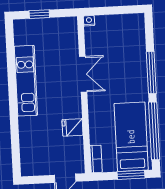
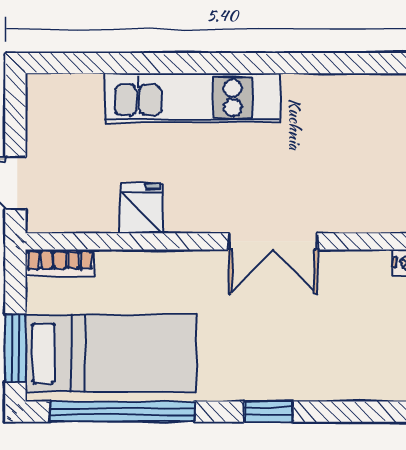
window: (151, 73) -> (268, 412), width x0.46
kitchen unit: (26, 81) -> (192, 98), moved

